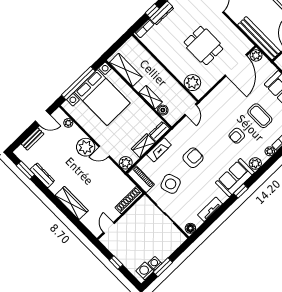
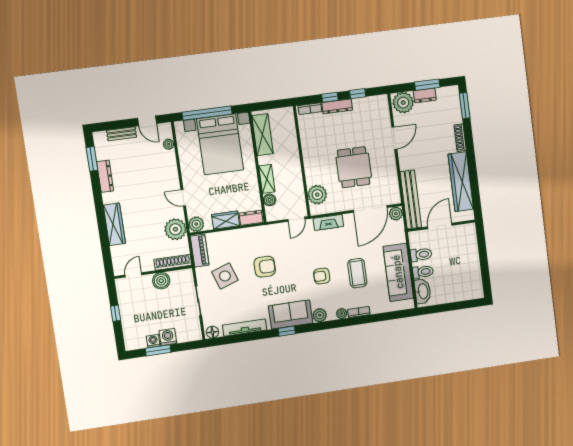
plant: (86, 147) -> (175, 229), moved
fireplace: (159, 150) -> (328, 222), moved
tv unit: (210, 209) -> (245, 328), width x1.41
boiler: (130, 218) -> (161, 281), added
washing machine: (145, 271) -> (168, 337), moved

